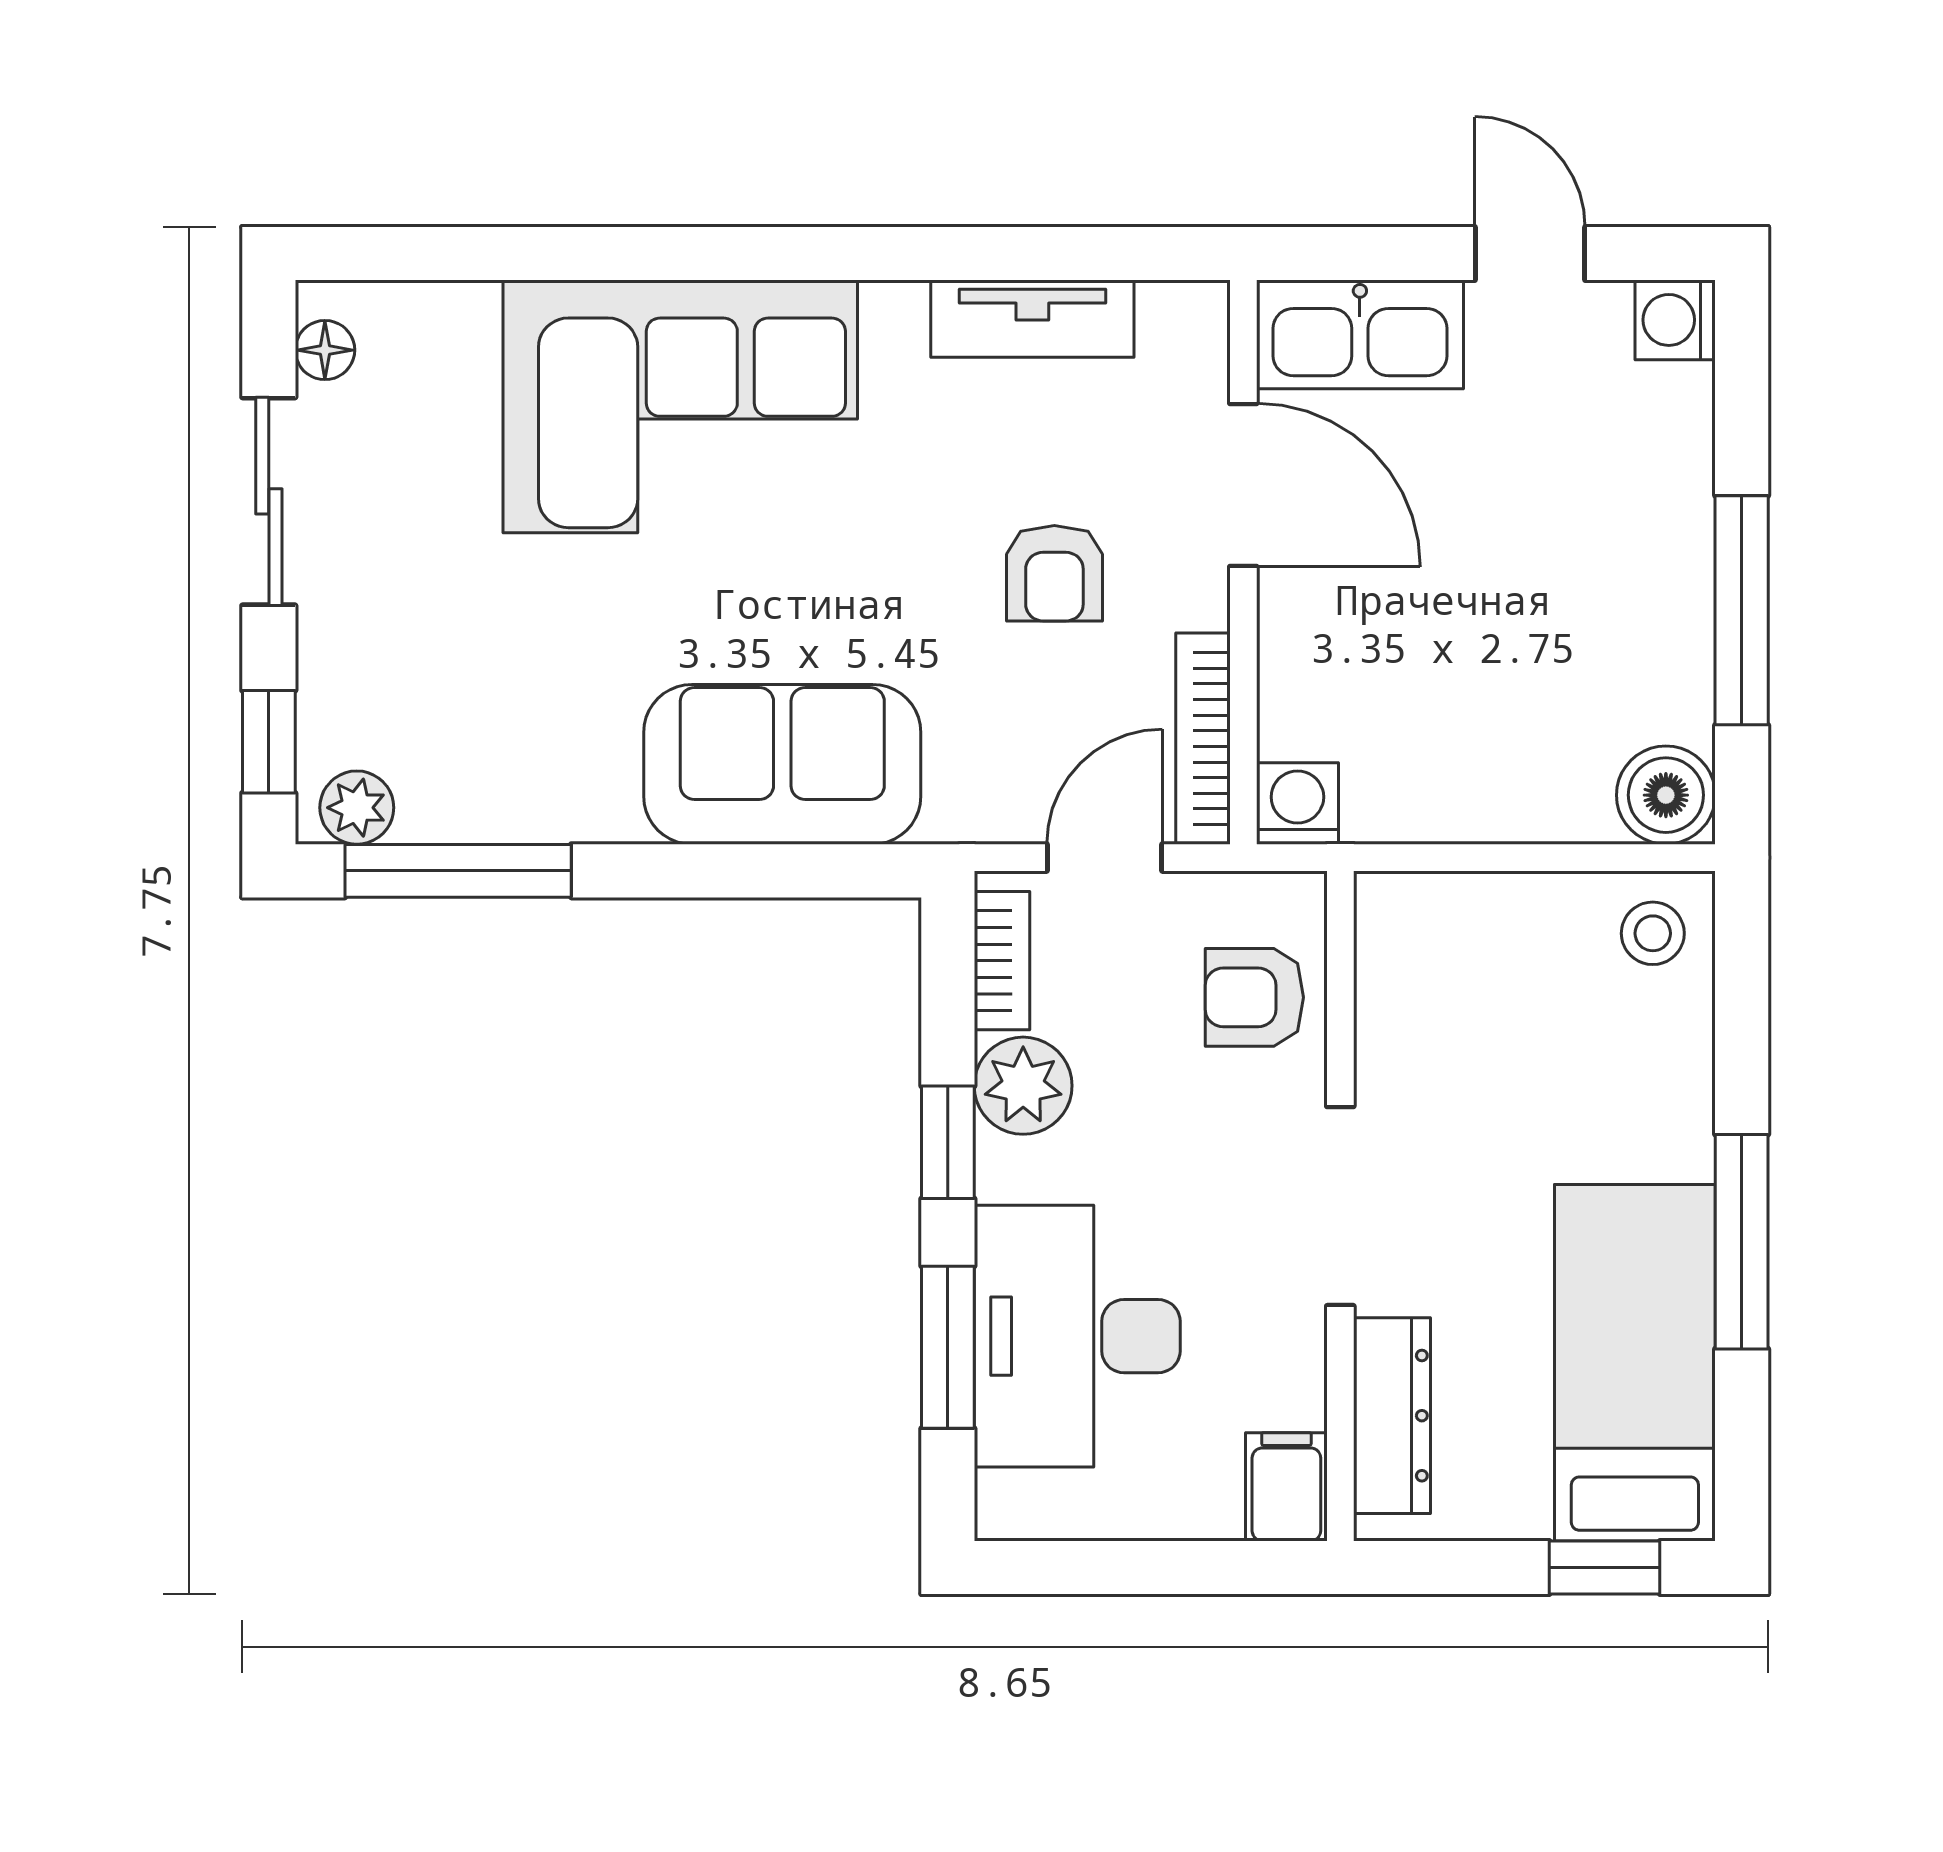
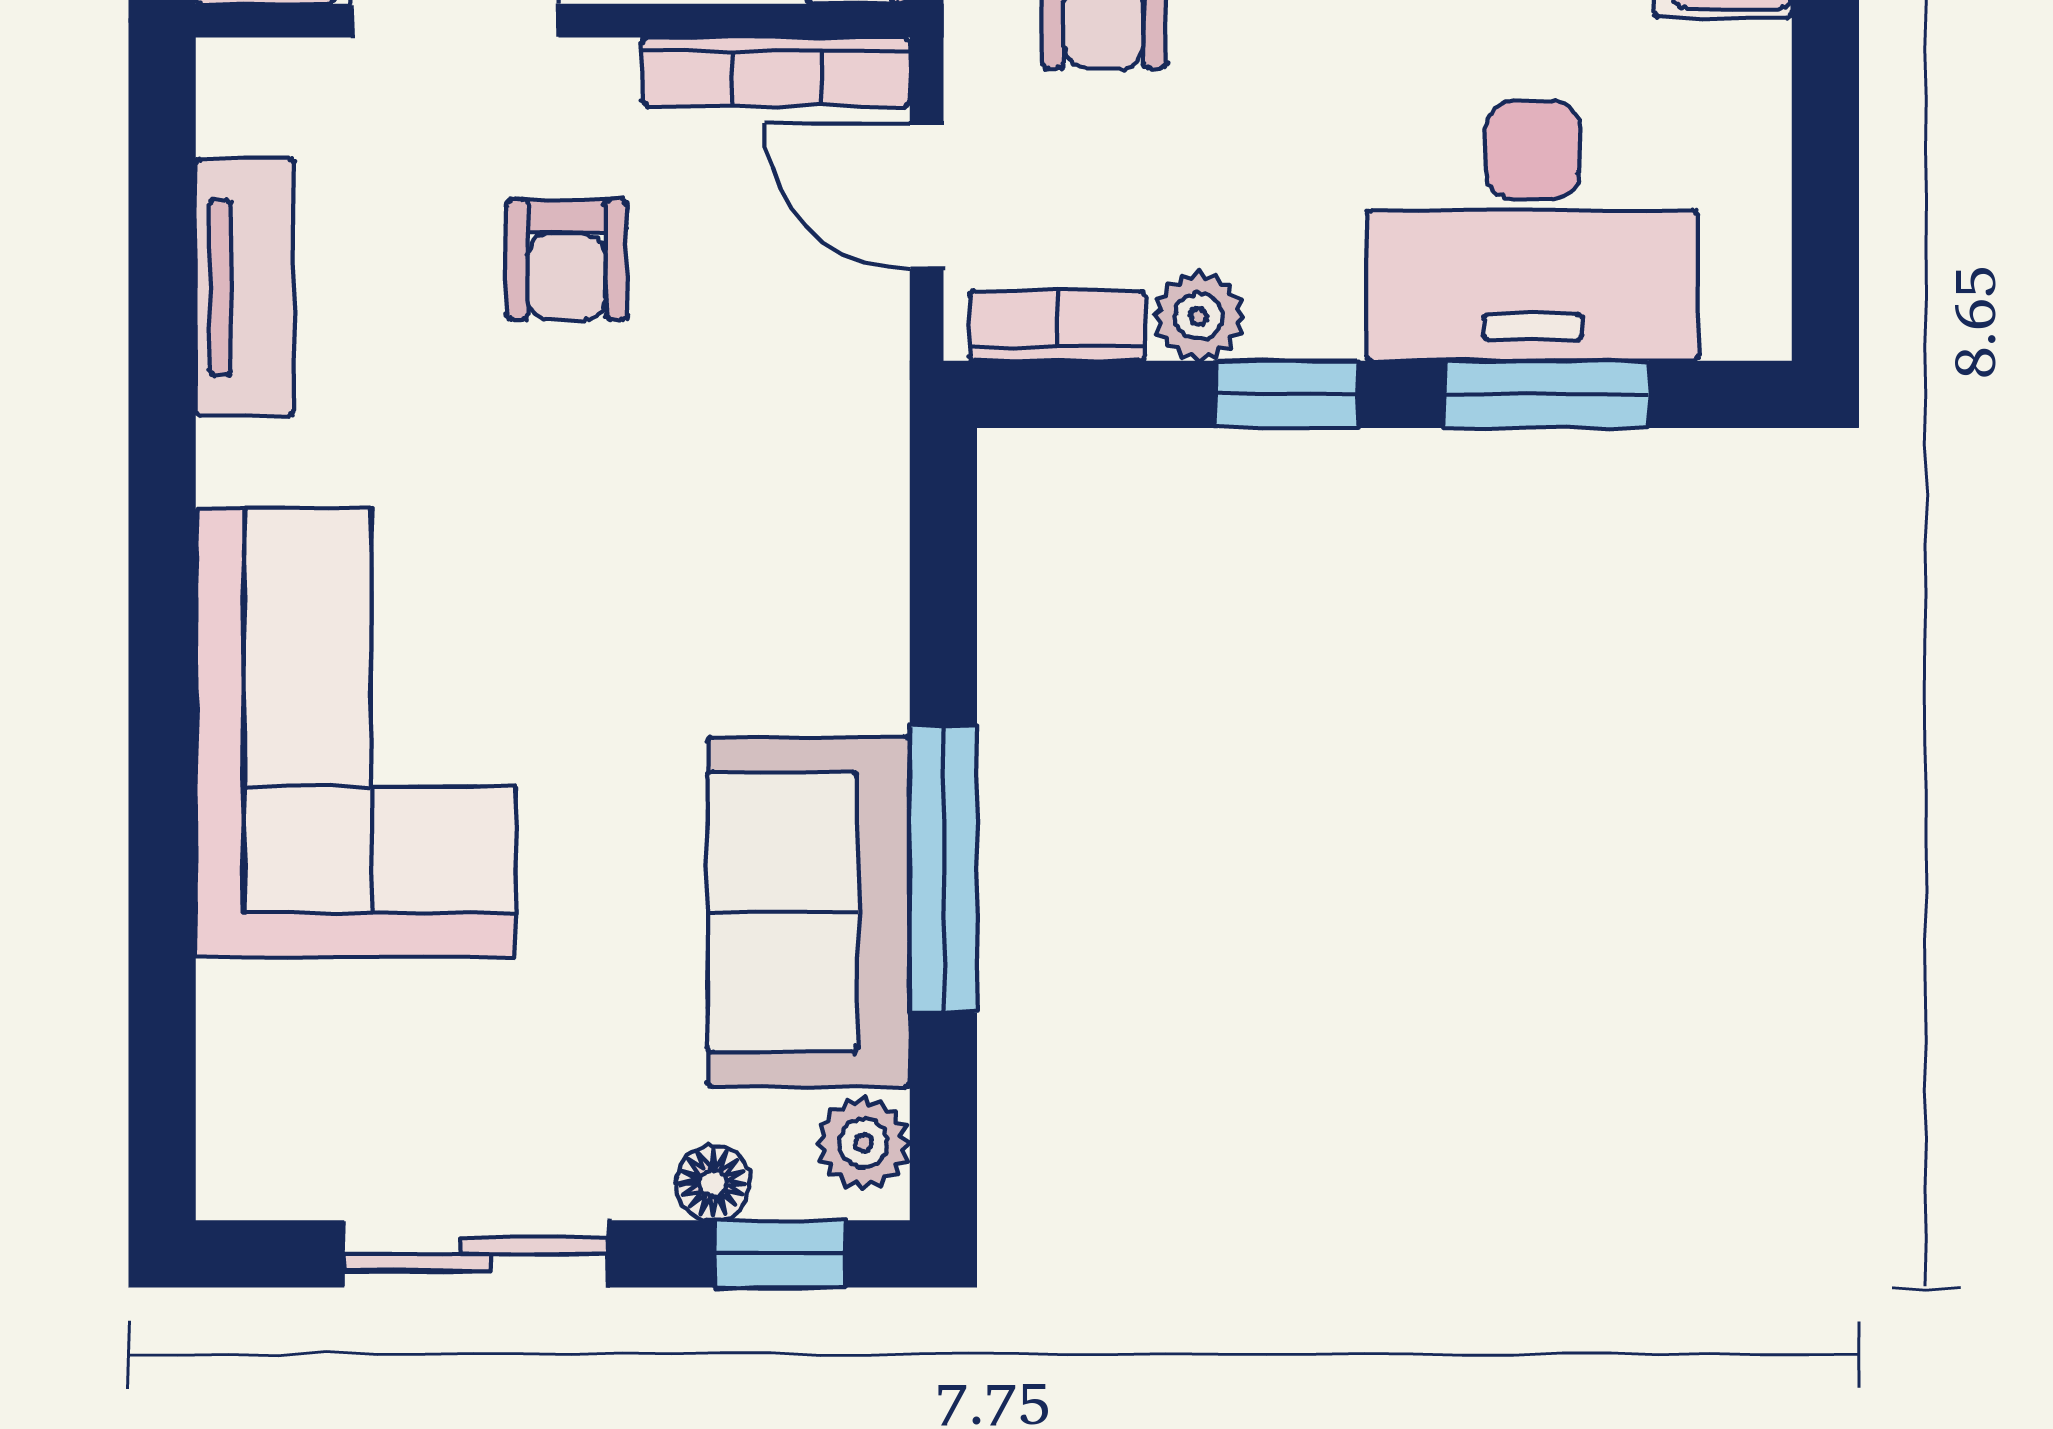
floor lamp: (325, 350) -> (713, 1183), moved
armchair: (1054, 573) -> (567, 260), turned 90
sofa: (782, 764) -> (809, 912), moved
window: (458, 871) -> (943, 869), moved
plant: (1023, 1086) -> (1199, 316), width x0.73, depth x0.73

